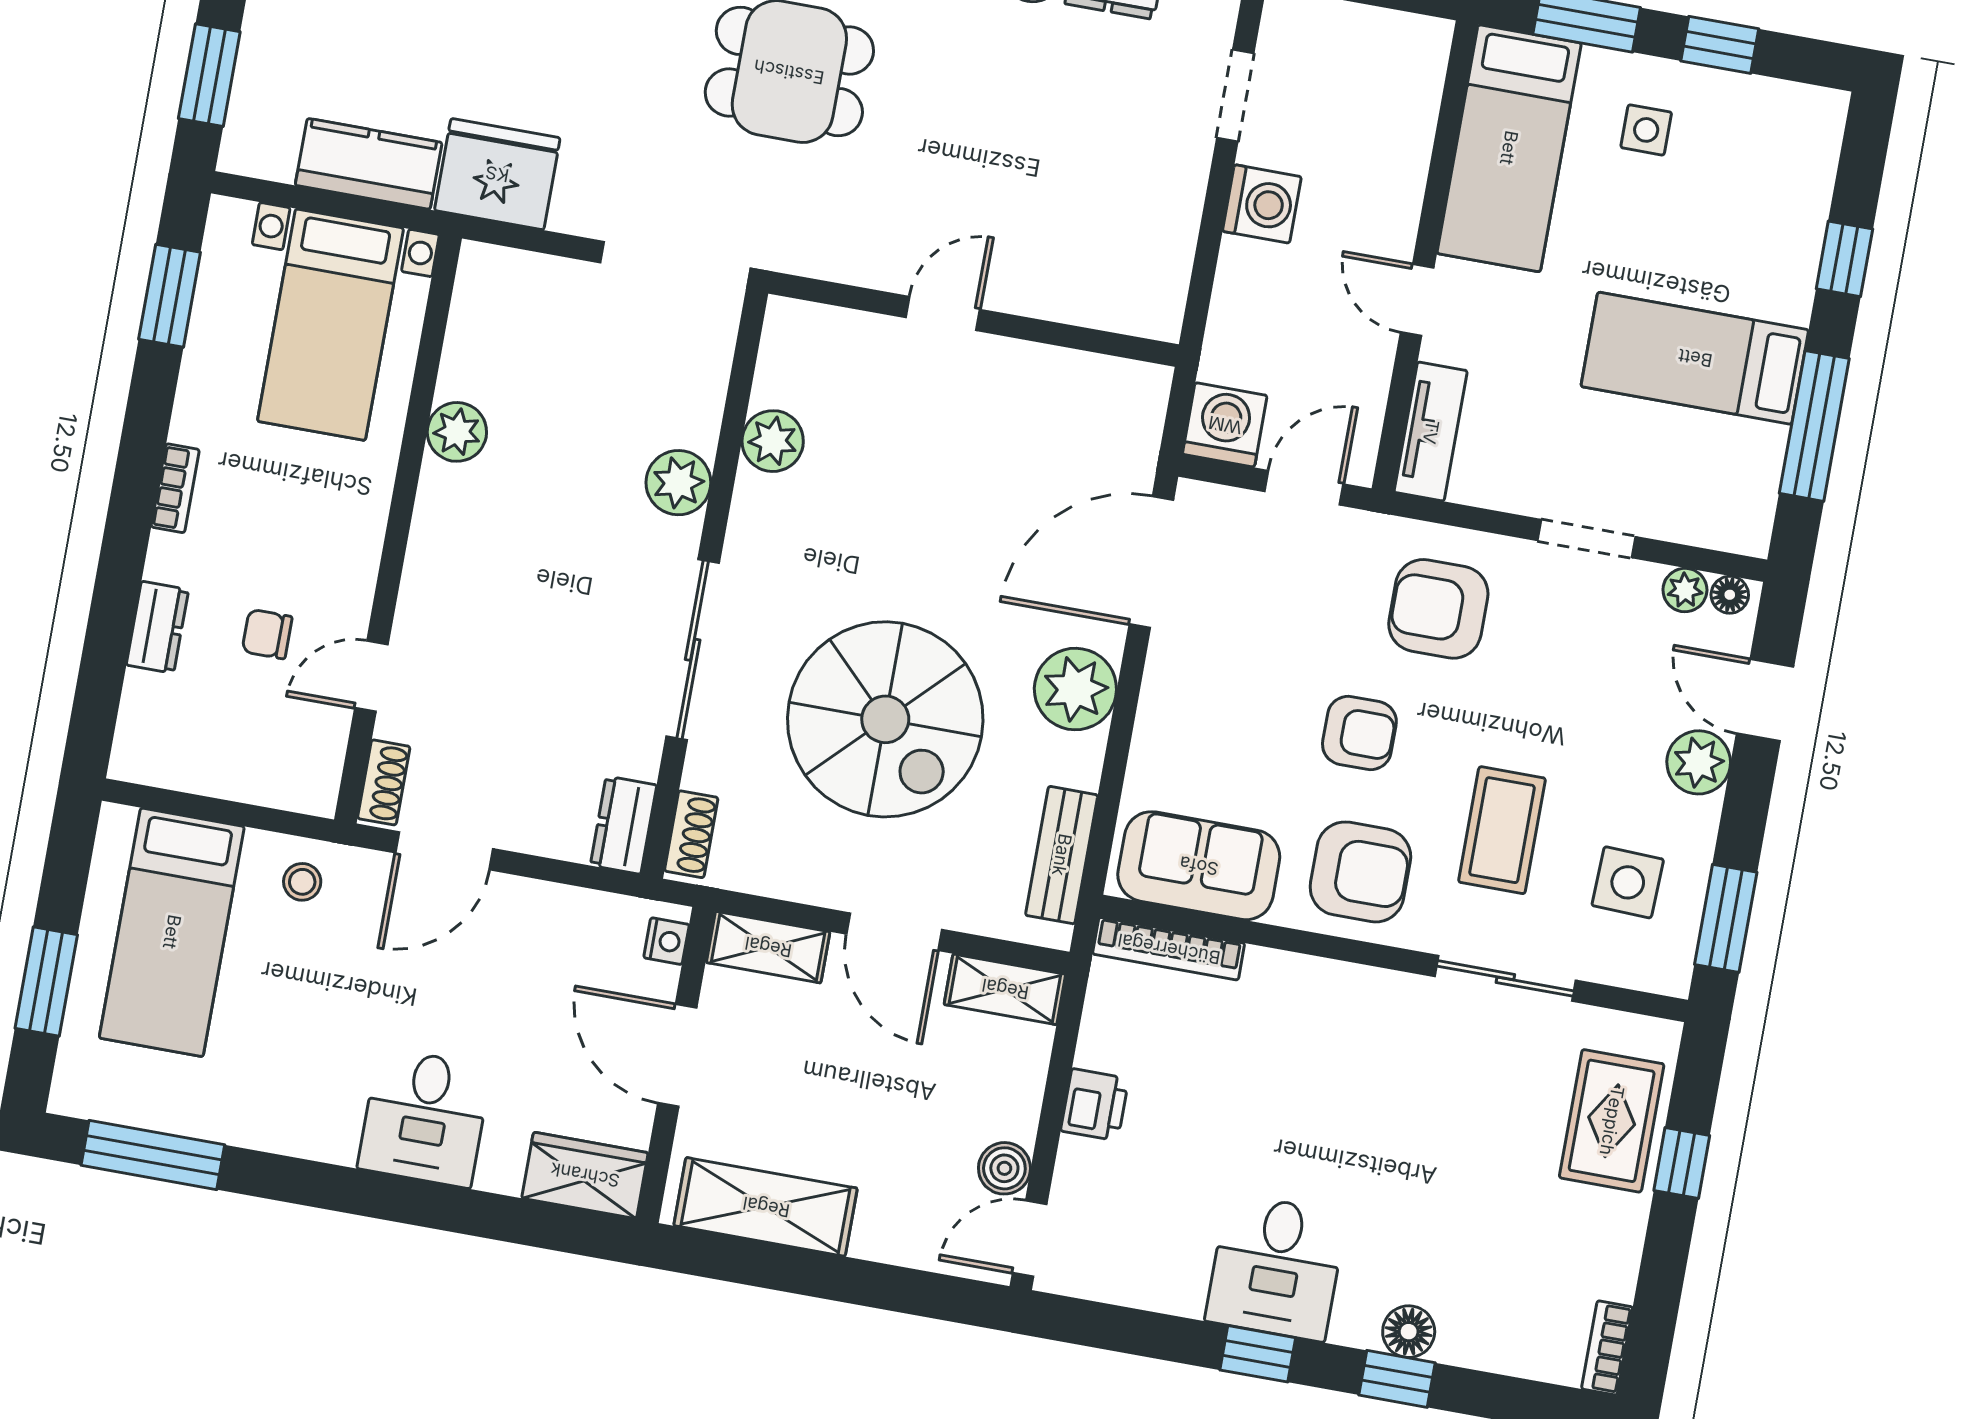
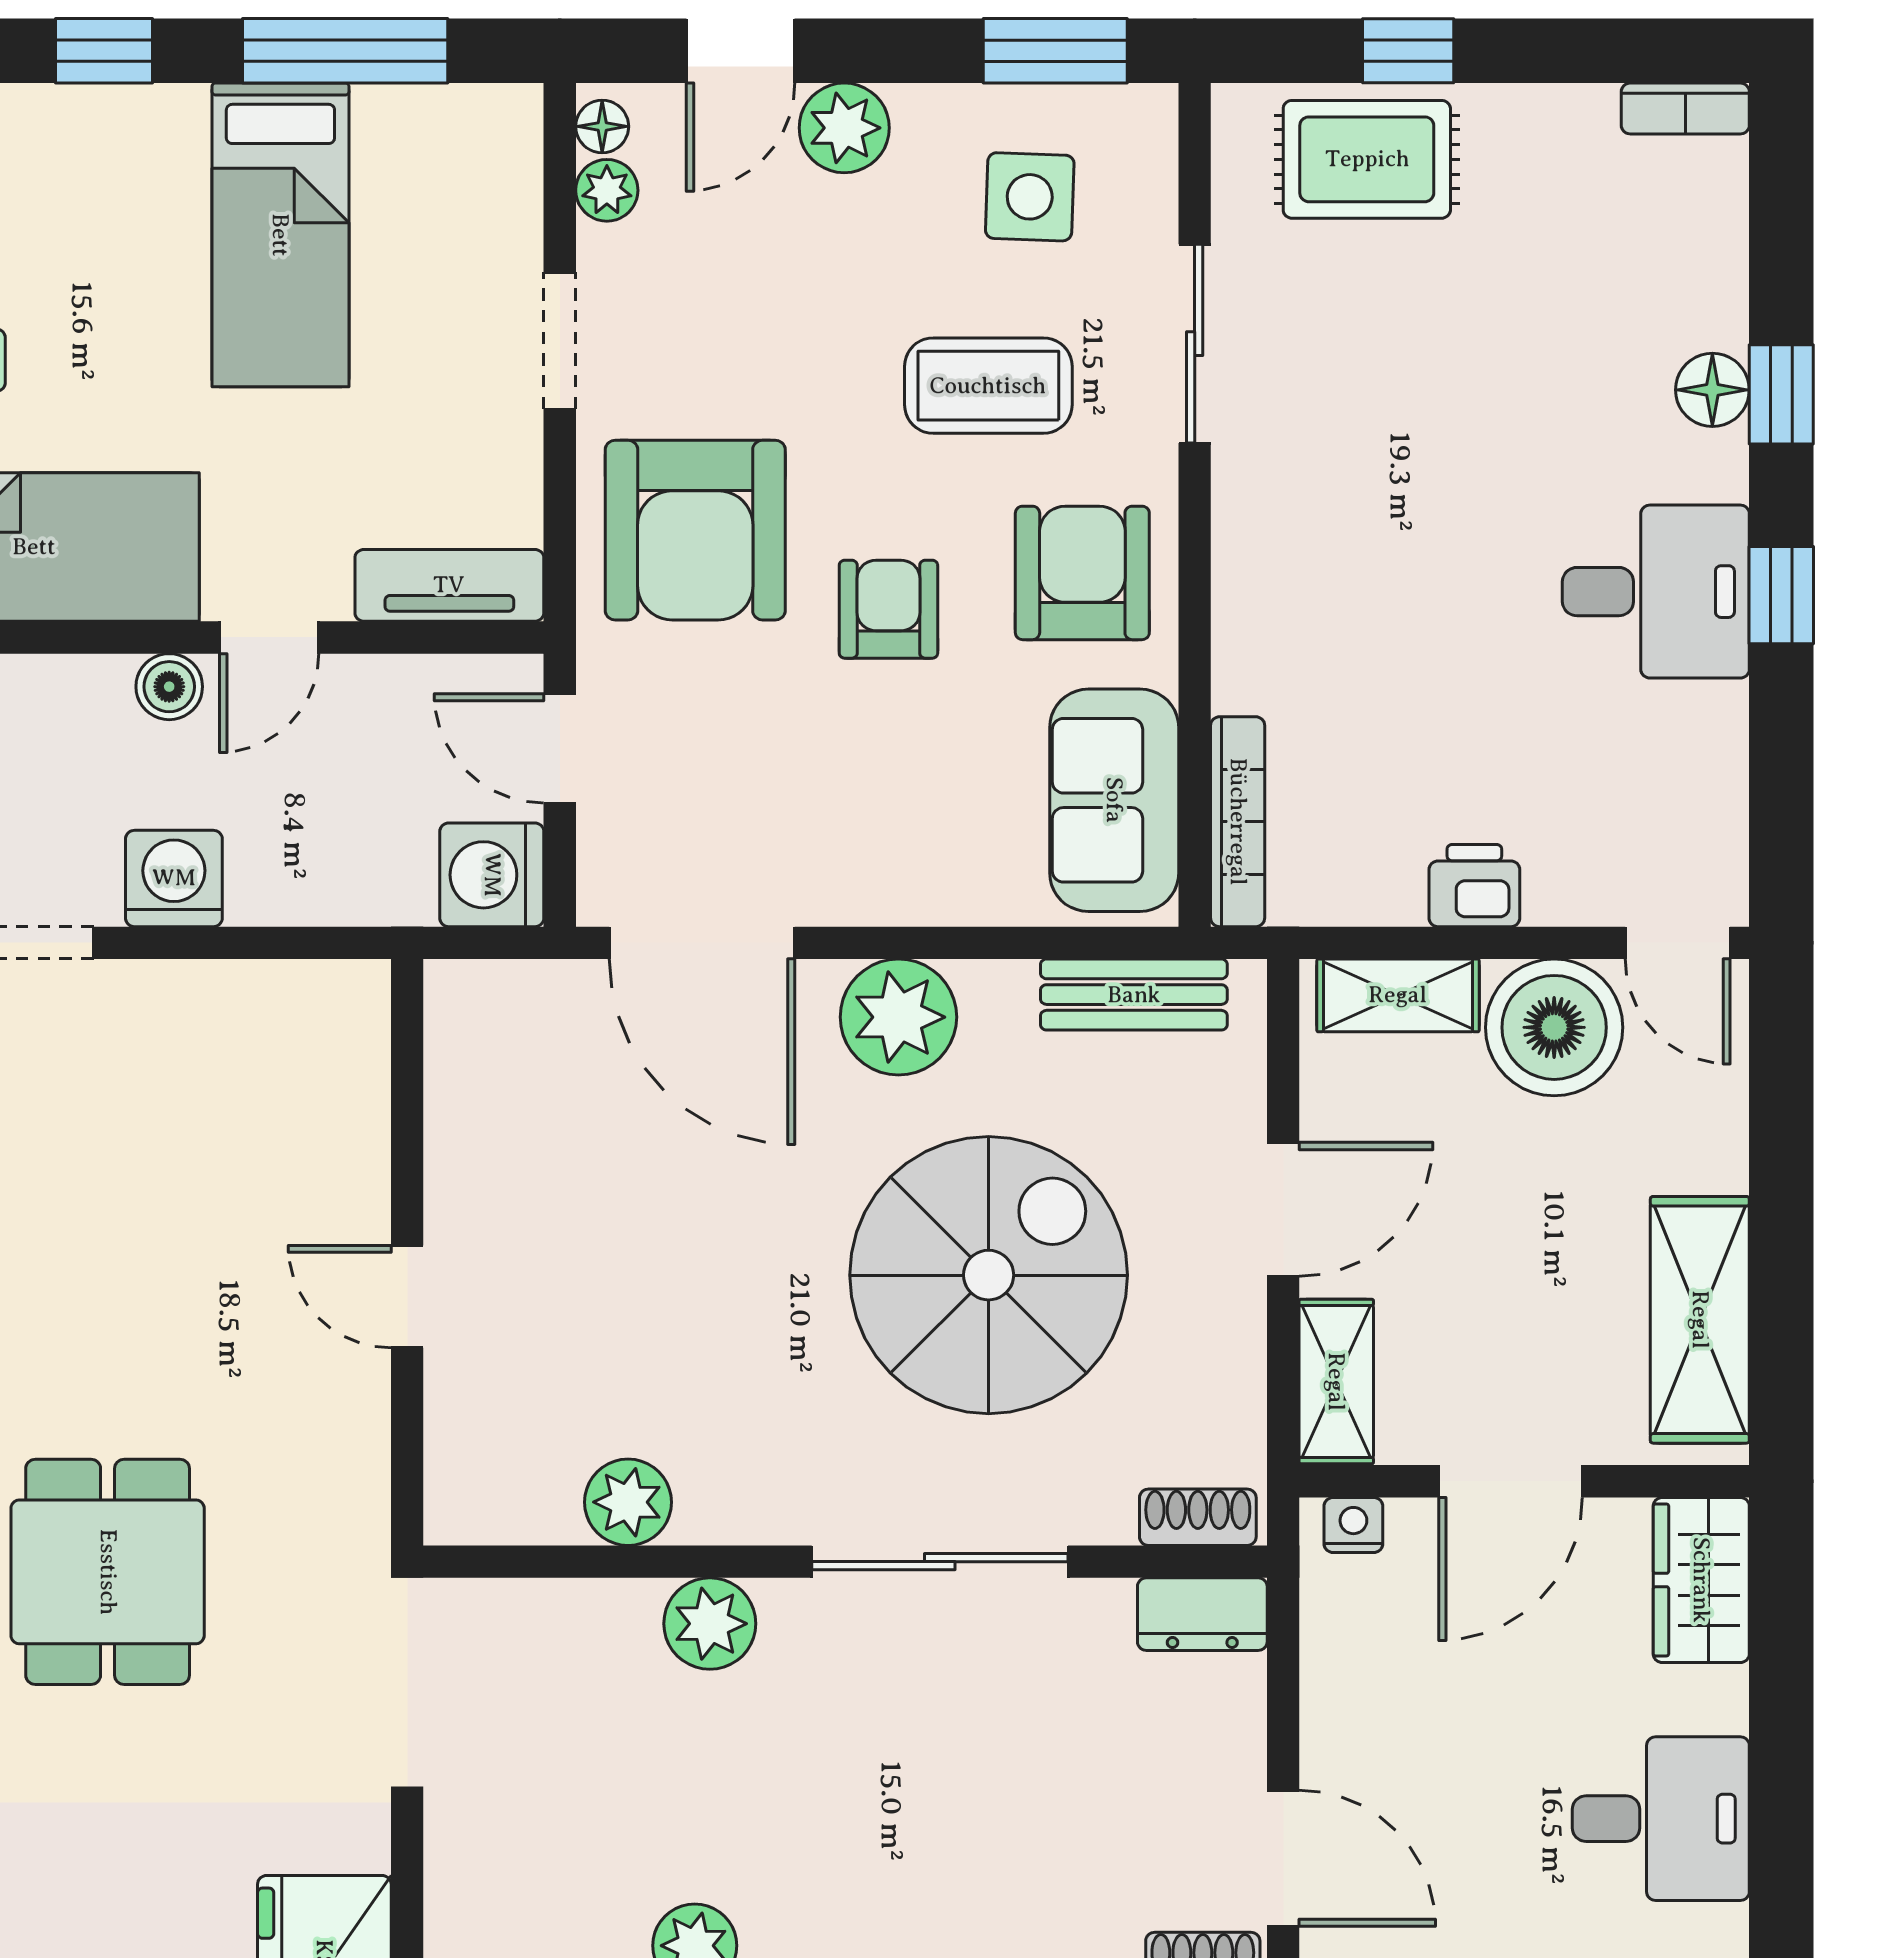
boiler: (1395, 225) -> (169, 687), added
armchair: (1438, 609) -> (695, 530), width x1.36, depth x1.36
shelving: (1005, 989) -> (1398, 995), moved, turned 90
boiler: (1004, 1168) -> (1554, 1027), width x1.86, depth x1.86

